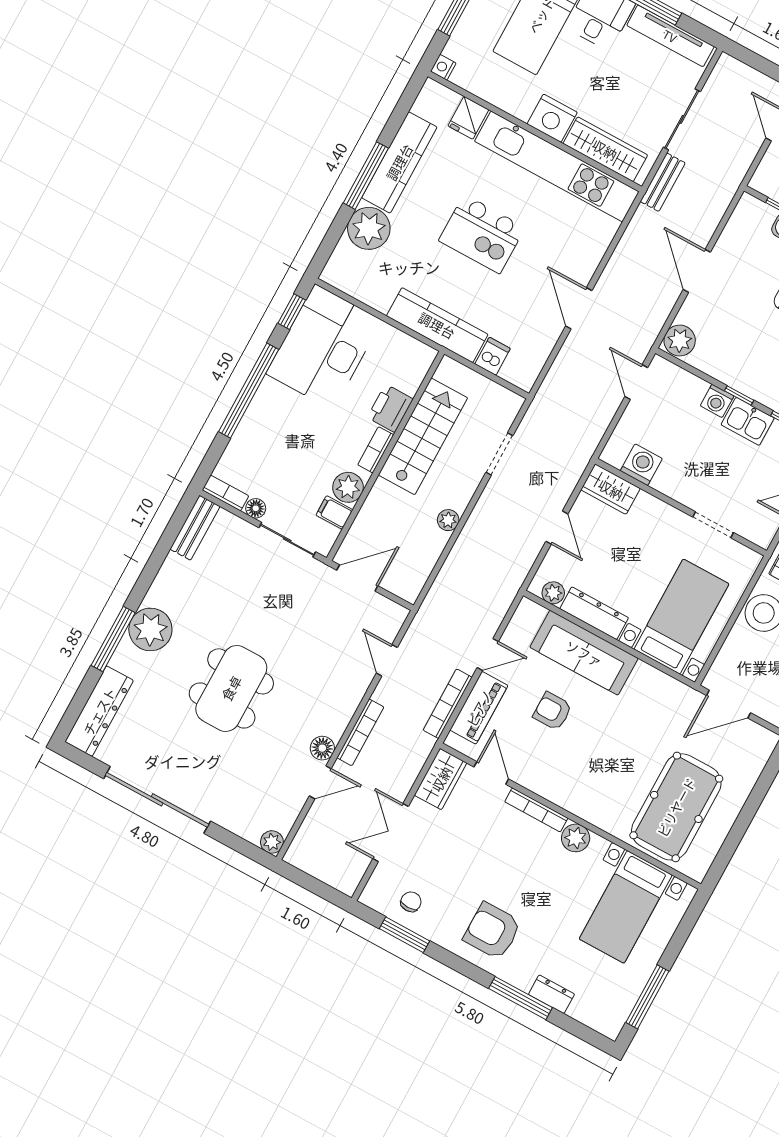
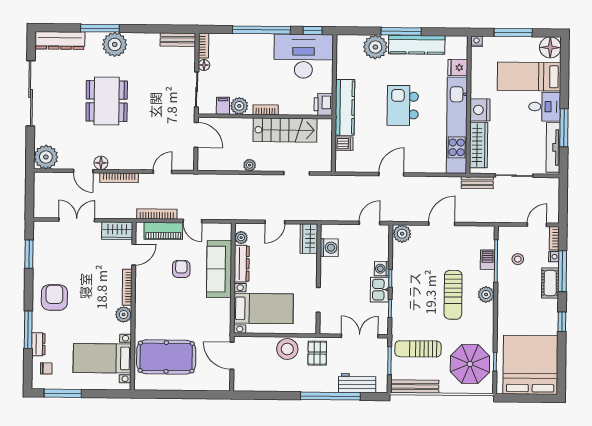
printer: (390, 408) -> (323, 104), moved, turned -90
dining table: (231, 688) -> (107, 101), turned 90
plant: (272, 842) -> (46, 157), width x1.88, depth x1.88
chair: (411, 902) -> (46, 368), moved

